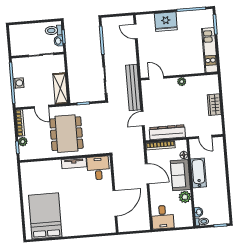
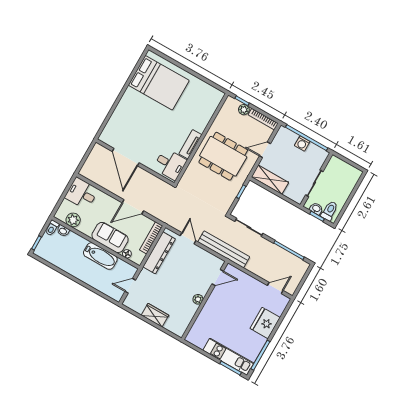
kitchen unit: (210, 50) -> (228, 357), moved
plant: (185, 197) -> (73, 220), moved

